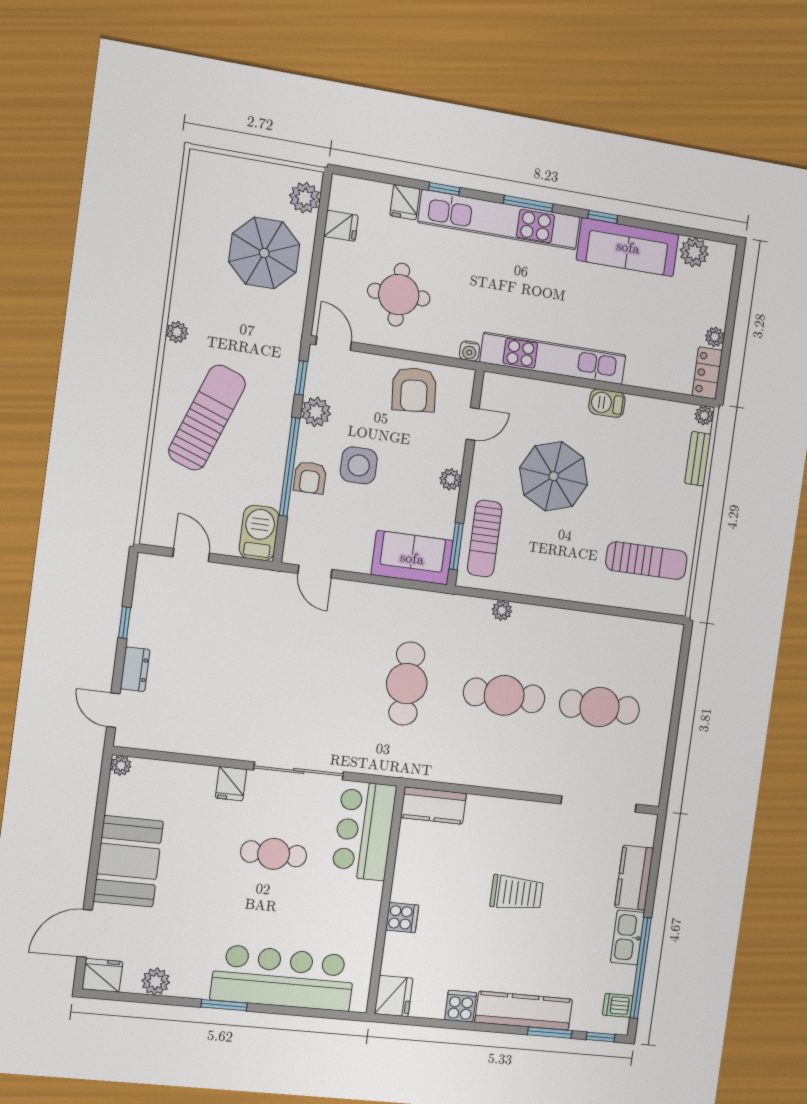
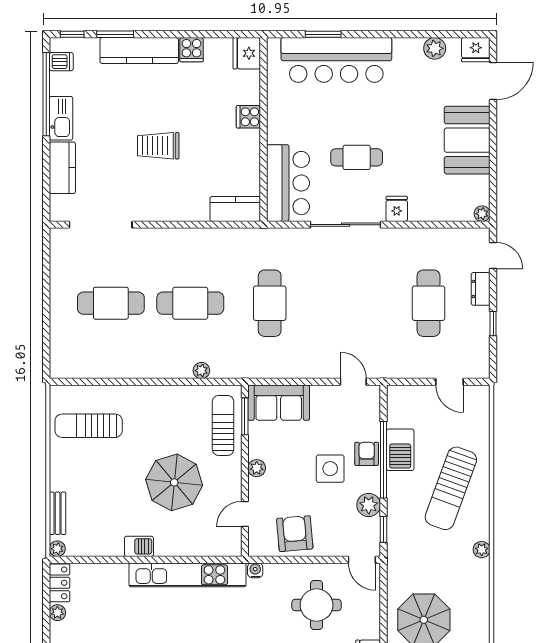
barbecue: (259, 533) -> (400, 450), moved
cafe table: (205, 659) -> (429, 303), added
window: (224, 1005) -> (323, 34), moved

